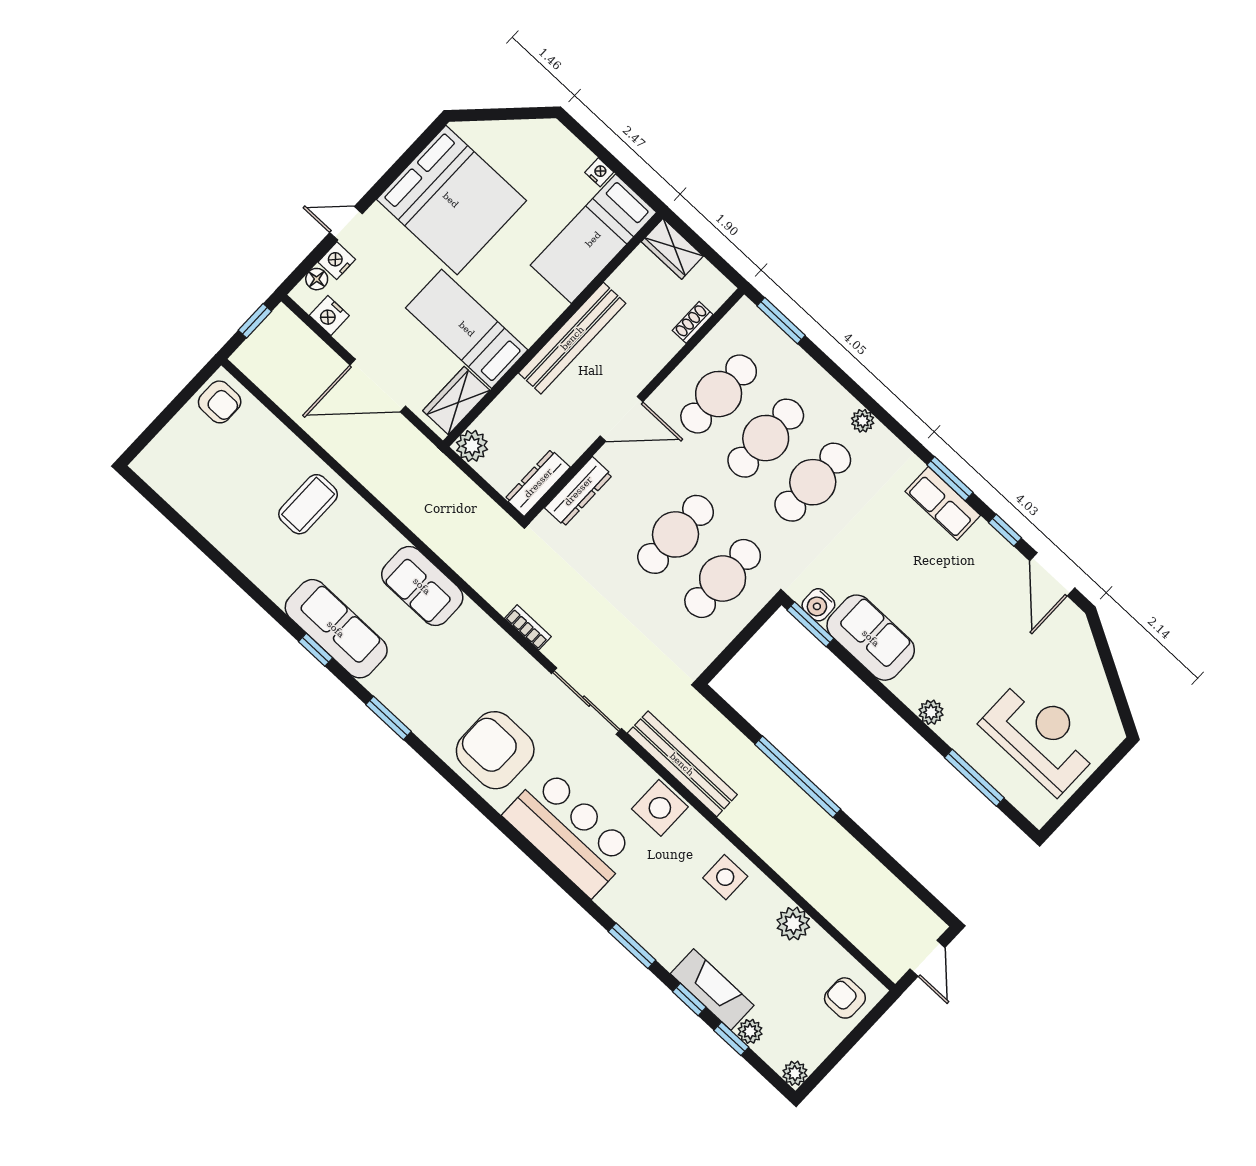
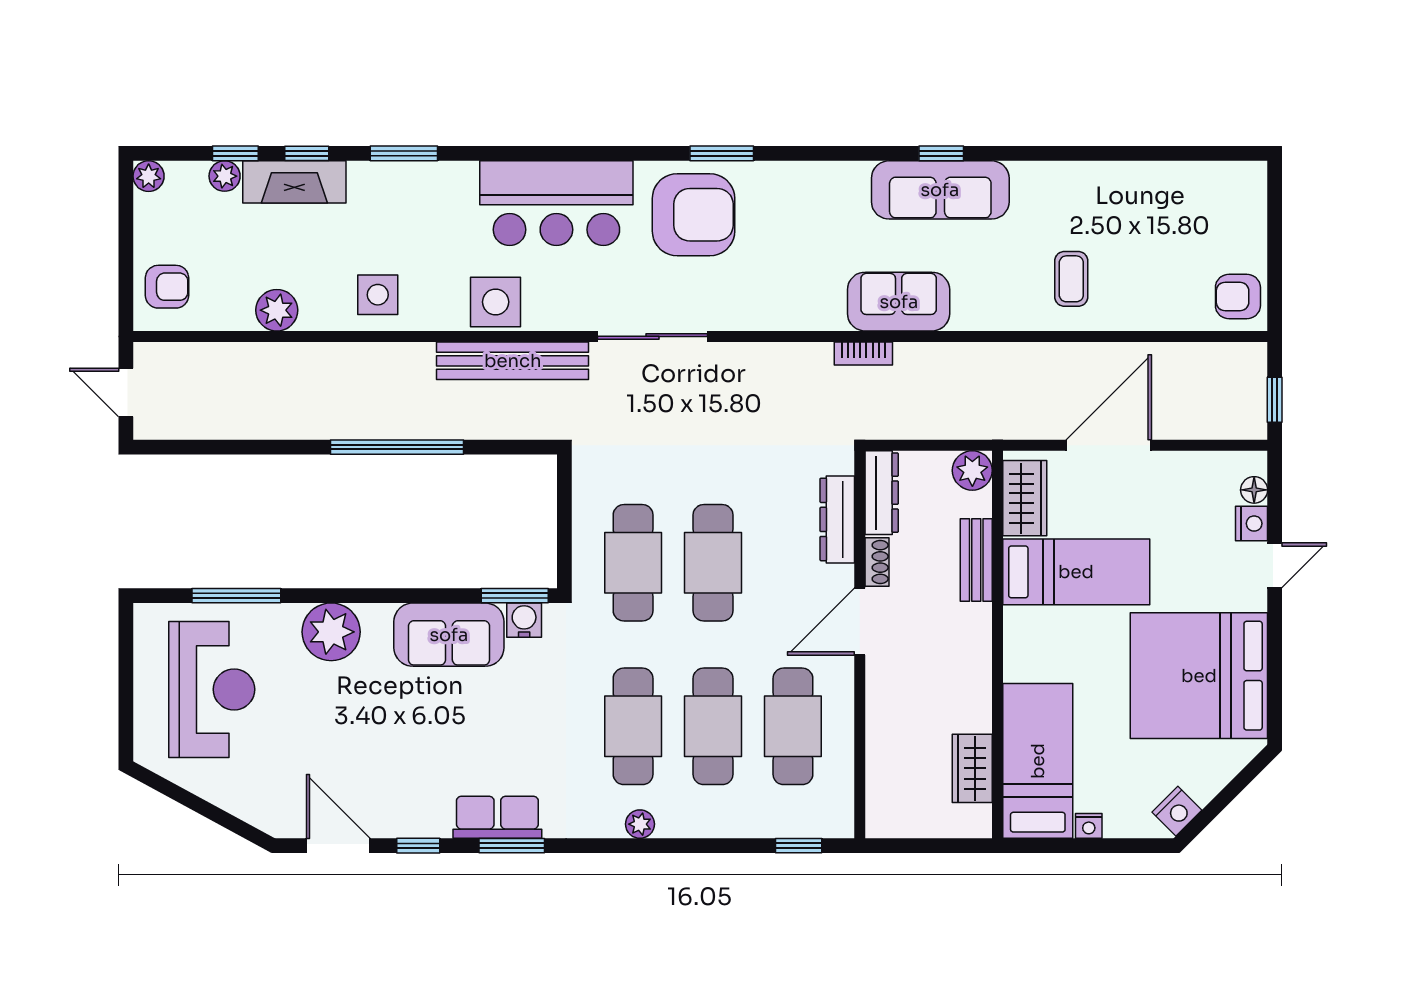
wardrobe: (672, 249) -> (972, 768), moved, turned -90
nightstand: (329, 316) -> (1177, 811), moved, turned 135
window: (781, 321) -> (799, 846), width x0.67
shoe rack: (693, 322) -> (877, 562), moved
bench: (572, 338) -> (976, 560), moved, width x0.54, depth x0.82
coffee table: (308, 504) -> (1071, 279), width x0.73, depth x0.77
bookcase: (528, 627) -> (863, 354), moved
plant: (931, 712) -> (331, 632), width x1.87, depth x1.87
window: (388, 718) -> (722, 153), moved
reception desk: (1041, 736) -> (212, 689), turned -90

